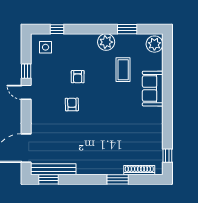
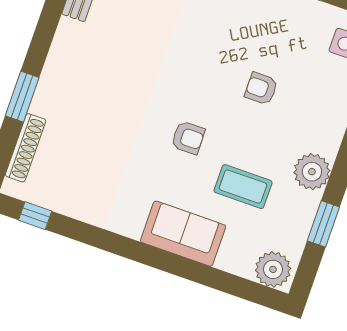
armchair: (72, 104) -> (188, 138), moved

